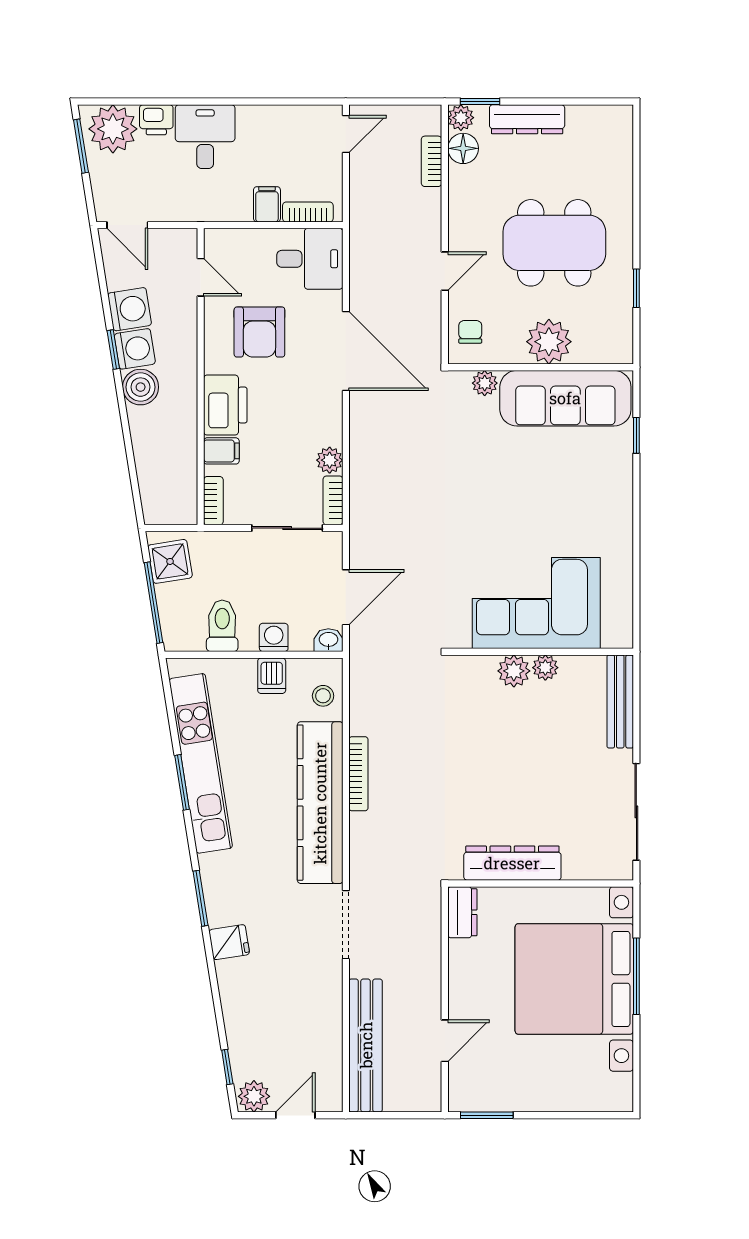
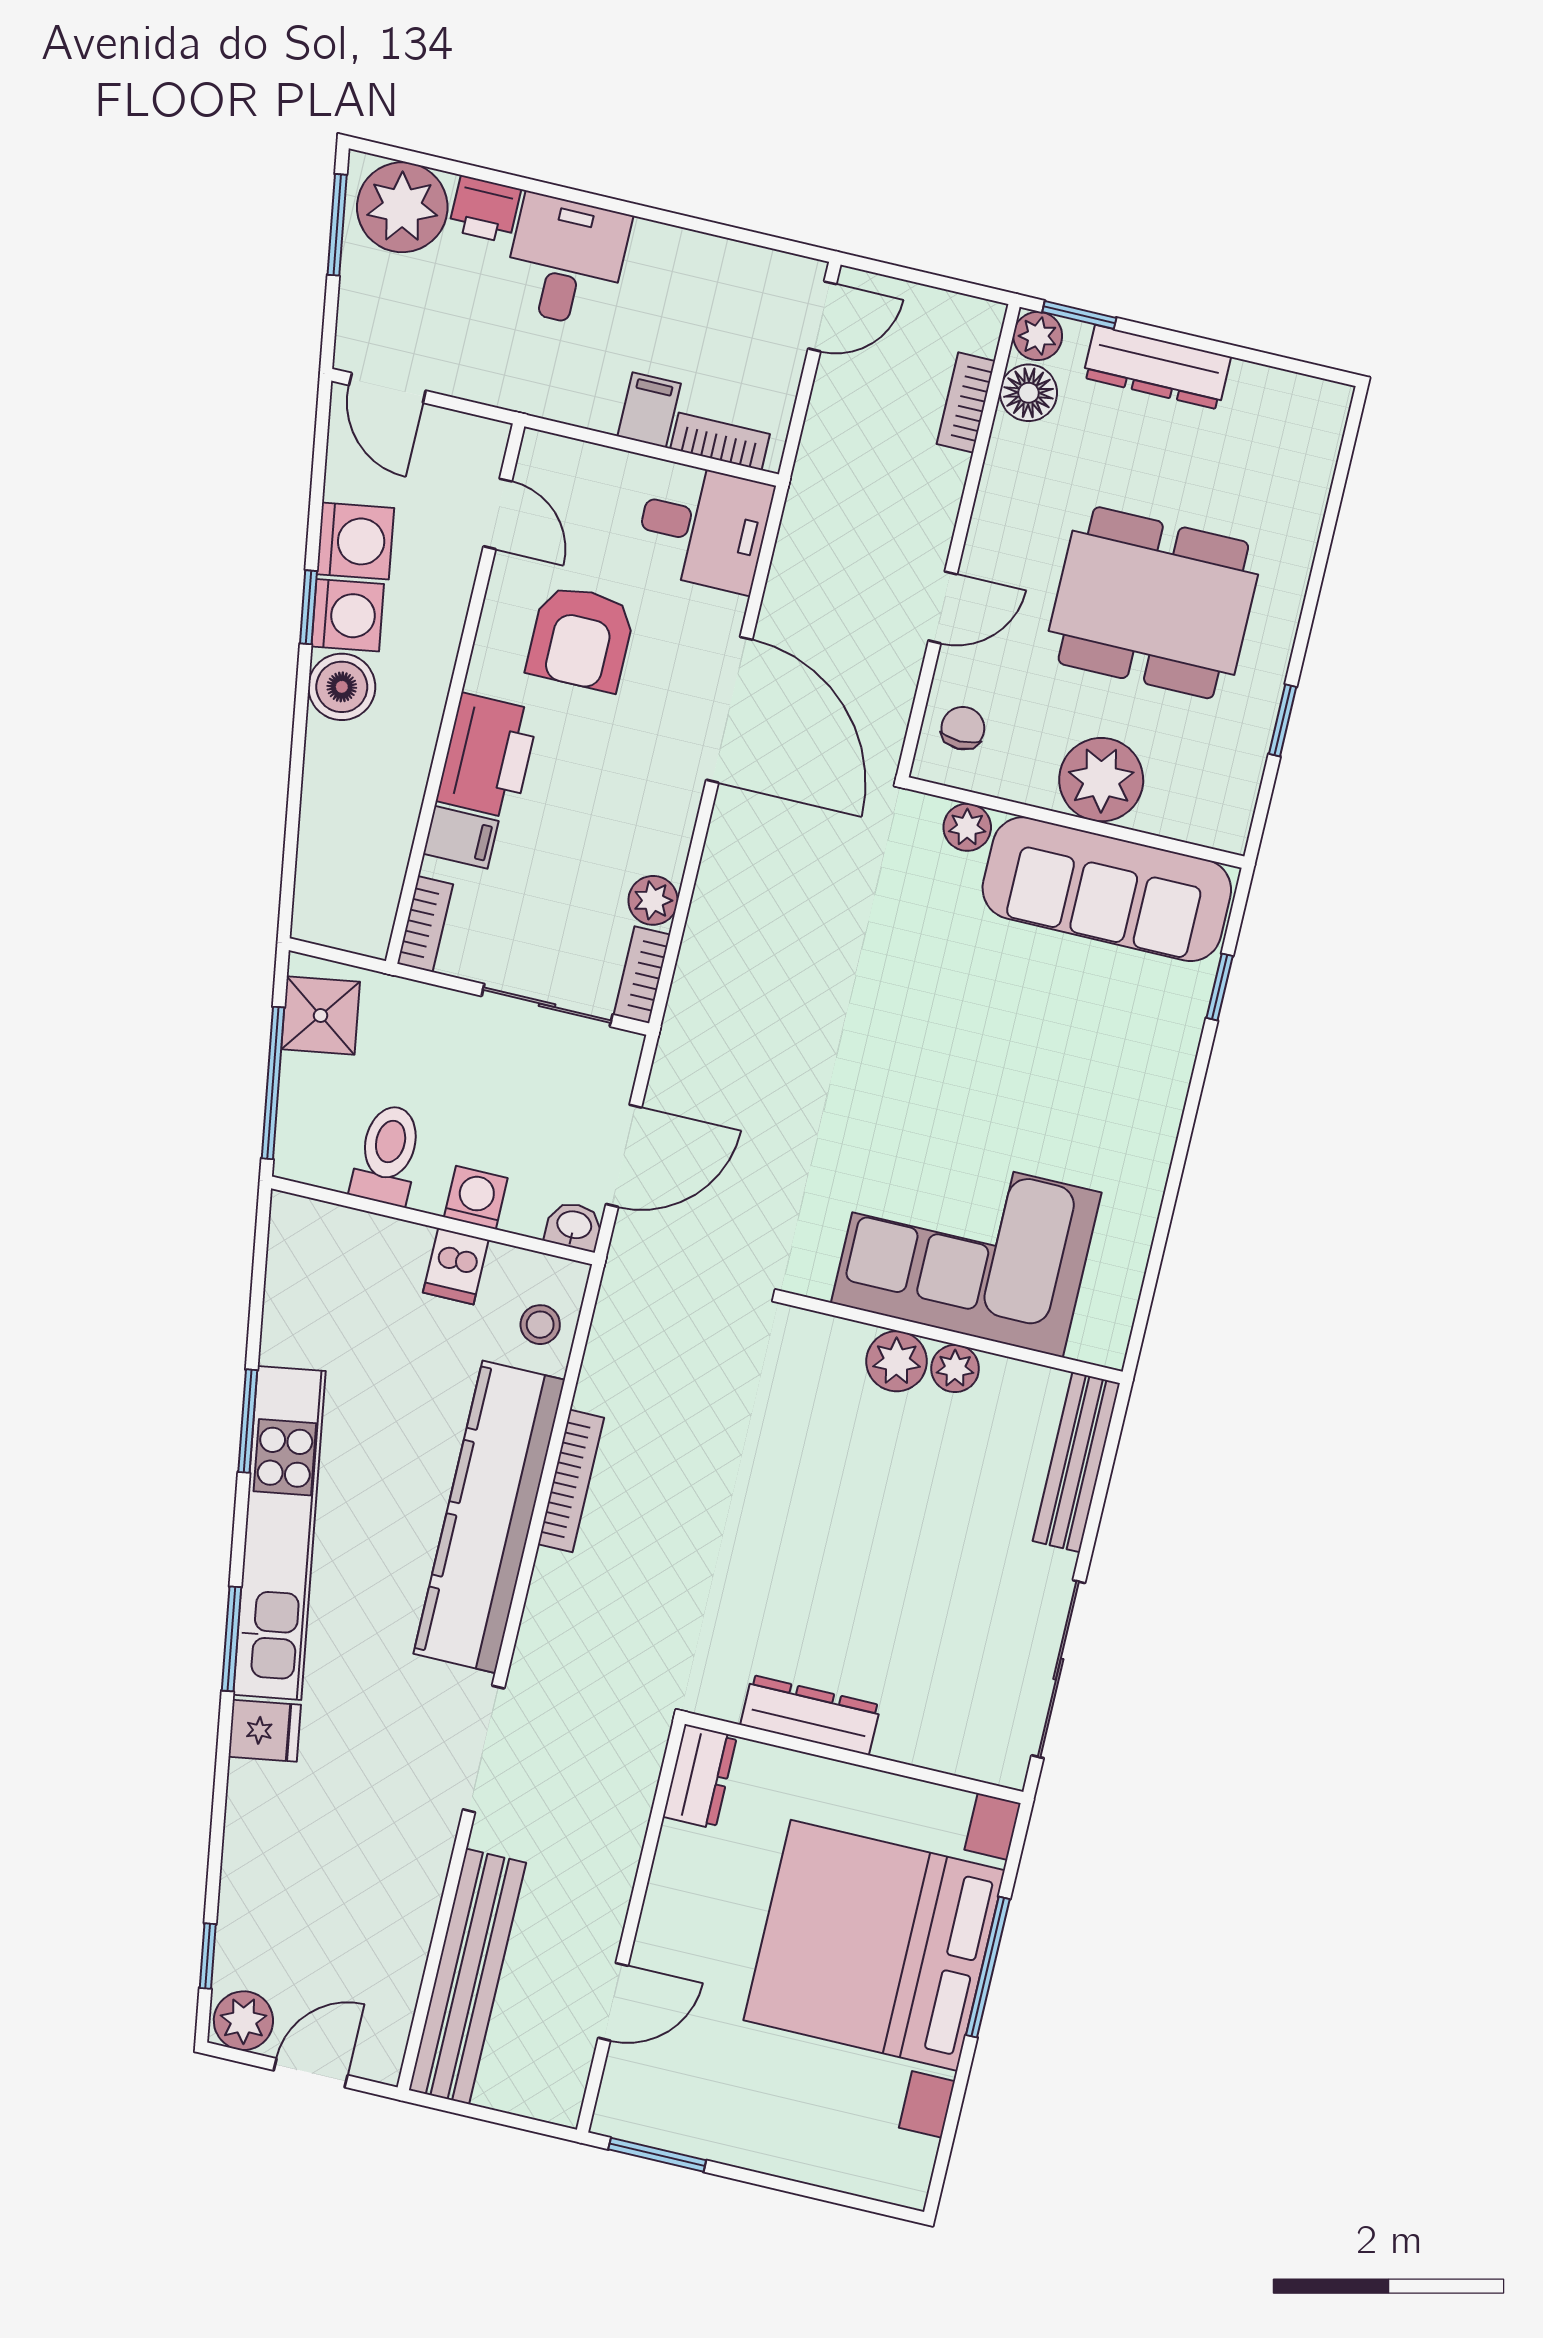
kitchen unit: (201, 763) -> (279, 1533), moved
dresser: (512, 863) -> (810, 1715), width x0.73, depth x0.80

